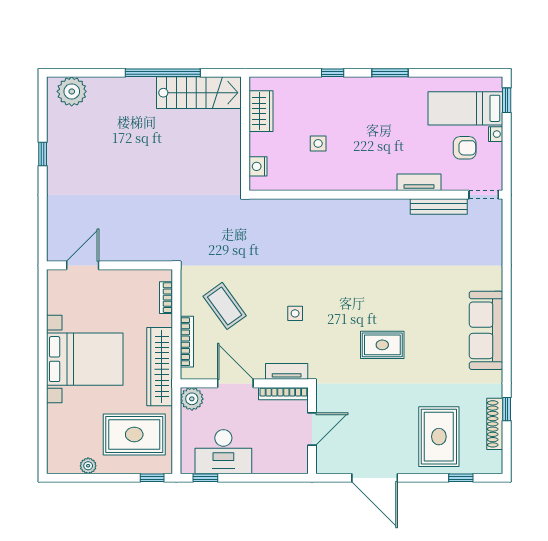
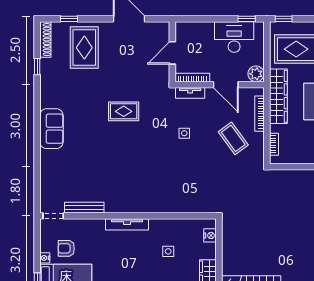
tv unit: (419, 182) -> (127, 224), moved, width x1.41
sofa: (486, 330) -> (51, 129), width x0.73
shoe rack: (495, 424) -> (45, 40), moved

